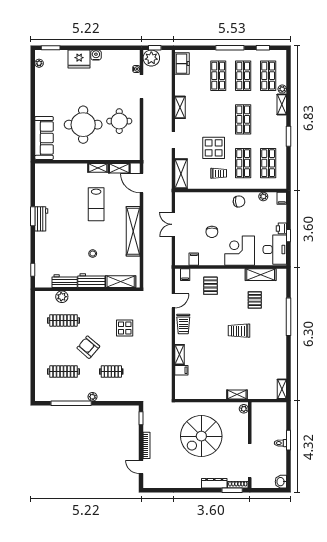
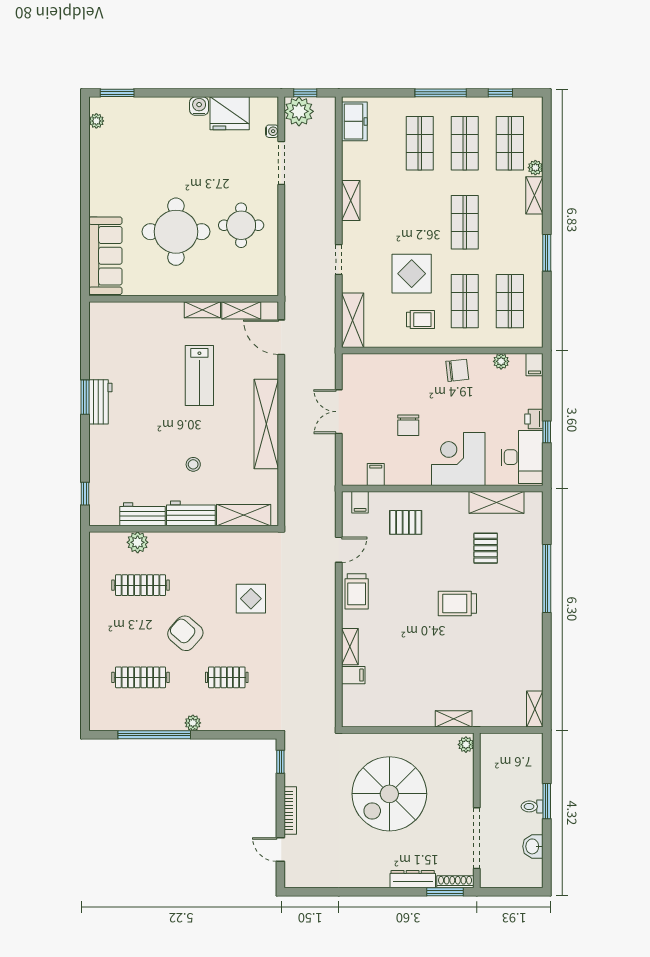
fridge: (79, 59) -> (230, 113), moved
pallet: (210, 286) -> (406, 522), turned 90
washbasin: (281, 482) -> (533, 846), moved

